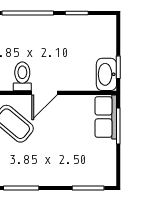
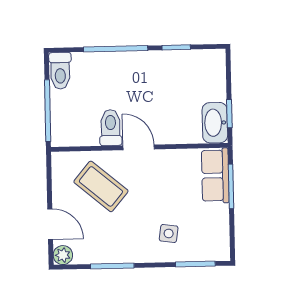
door: (45, 93) -> (139, 147), swing flipped
side table: (67, 163) -> (169, 233), added

